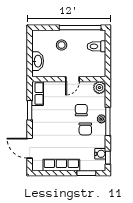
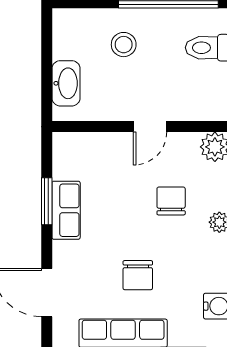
row of seats: (38, 94) -> (66, 210), moved
chair: (85, 129) -> (138, 275), moved

